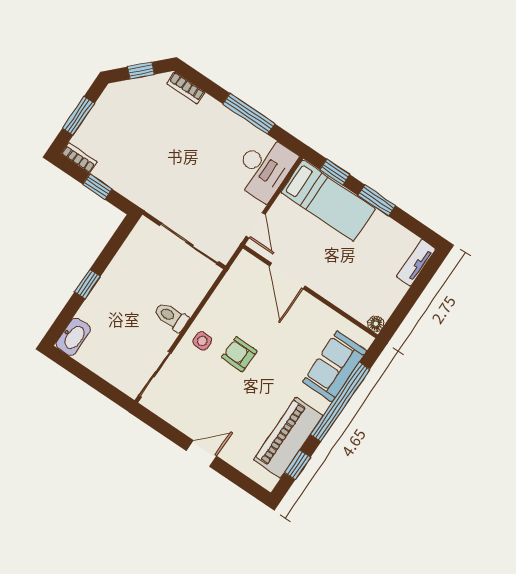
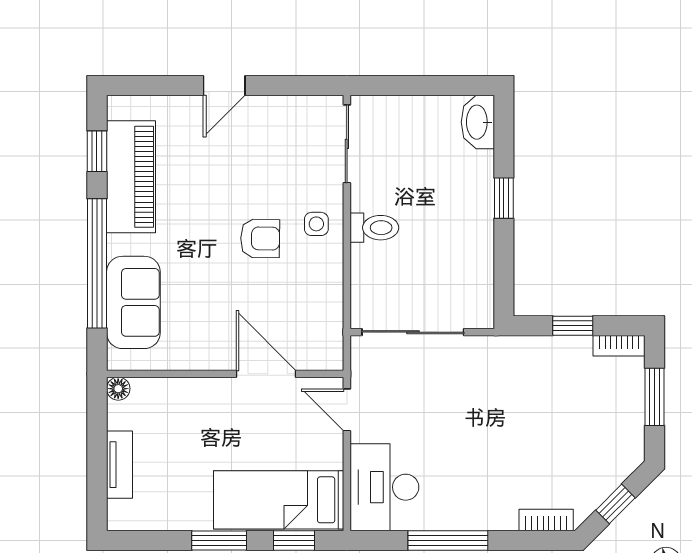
tv unit: (416, 263) -> (120, 465), moved

